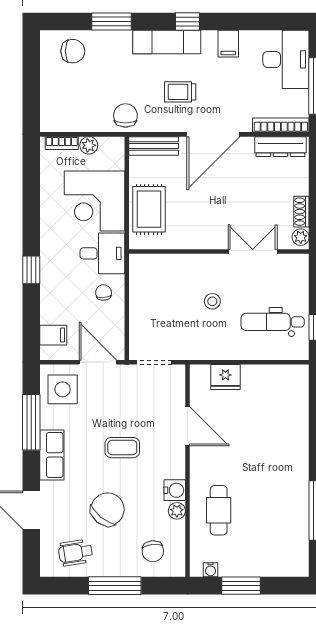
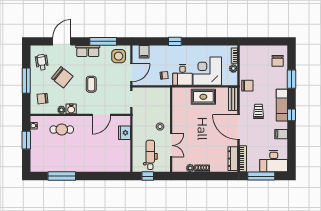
wall: (219, 252) -> (171, 130), moved
double door: (253, 252) -> (171, 145), moved

